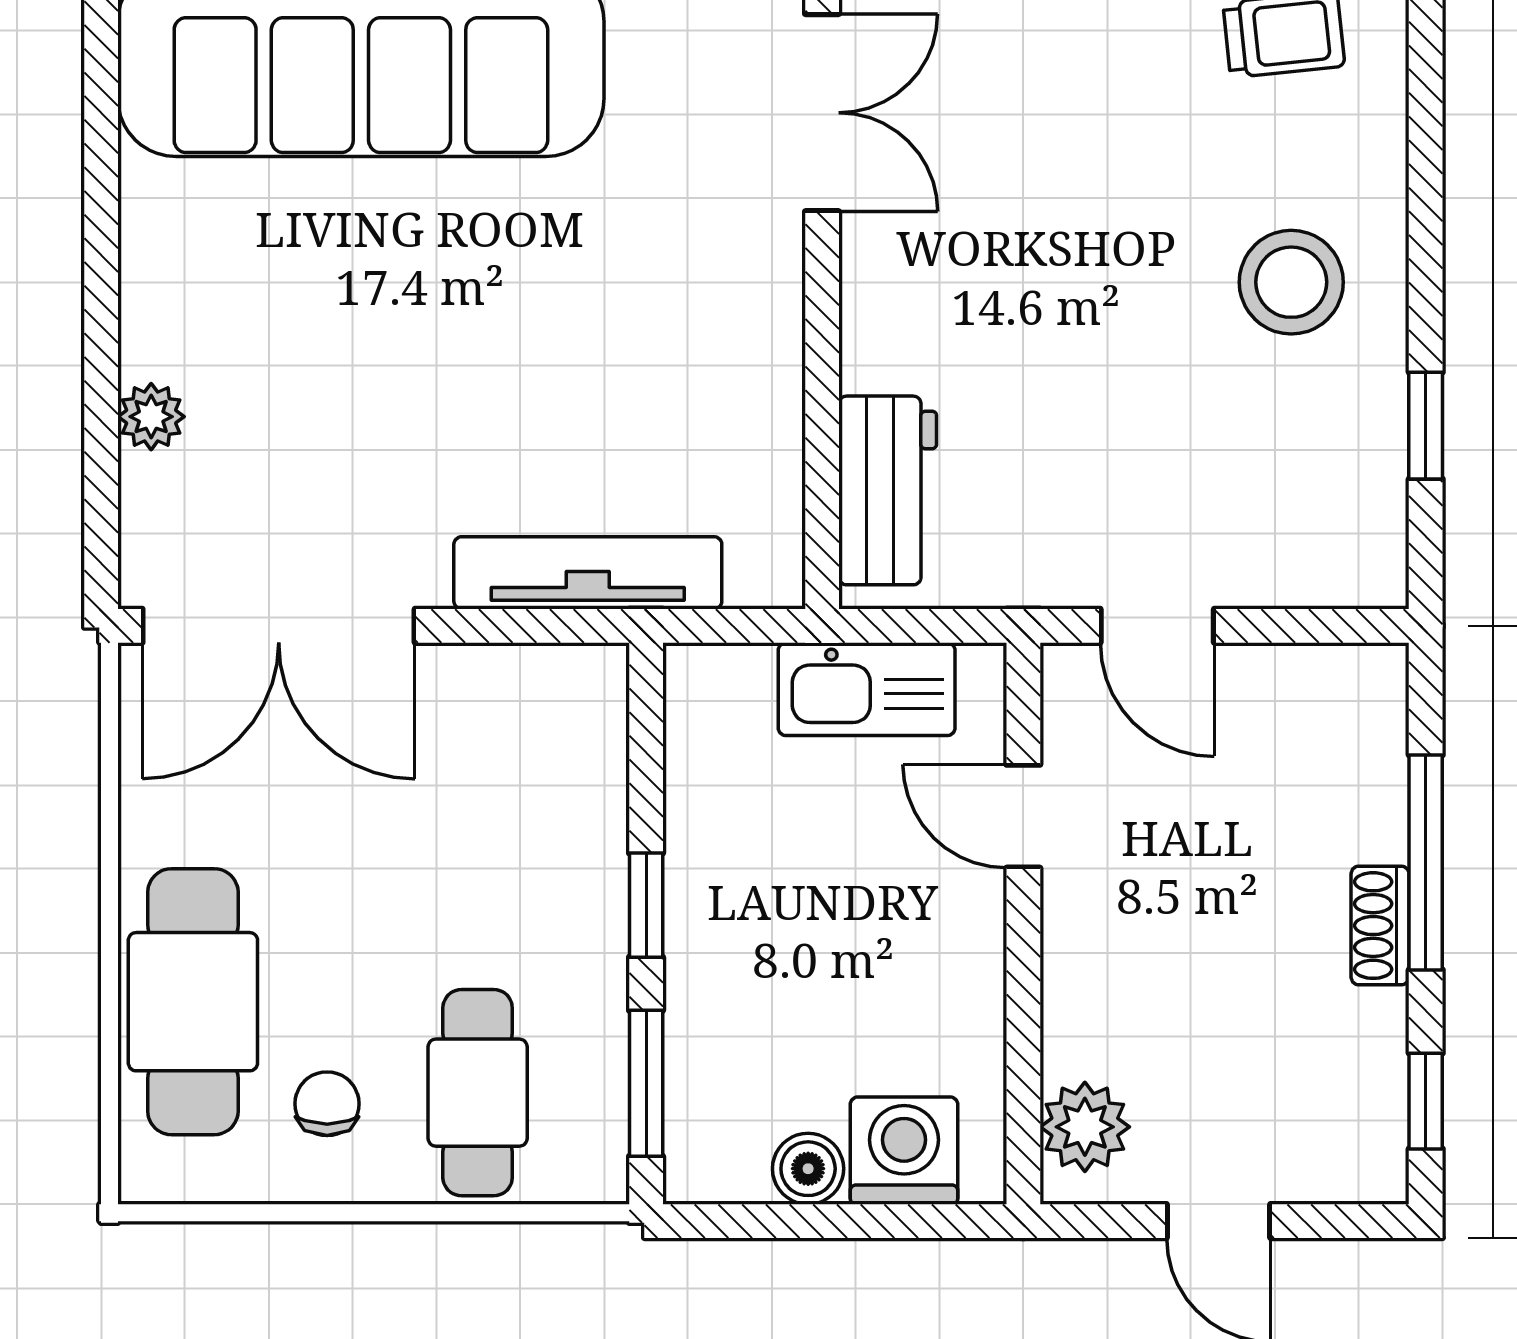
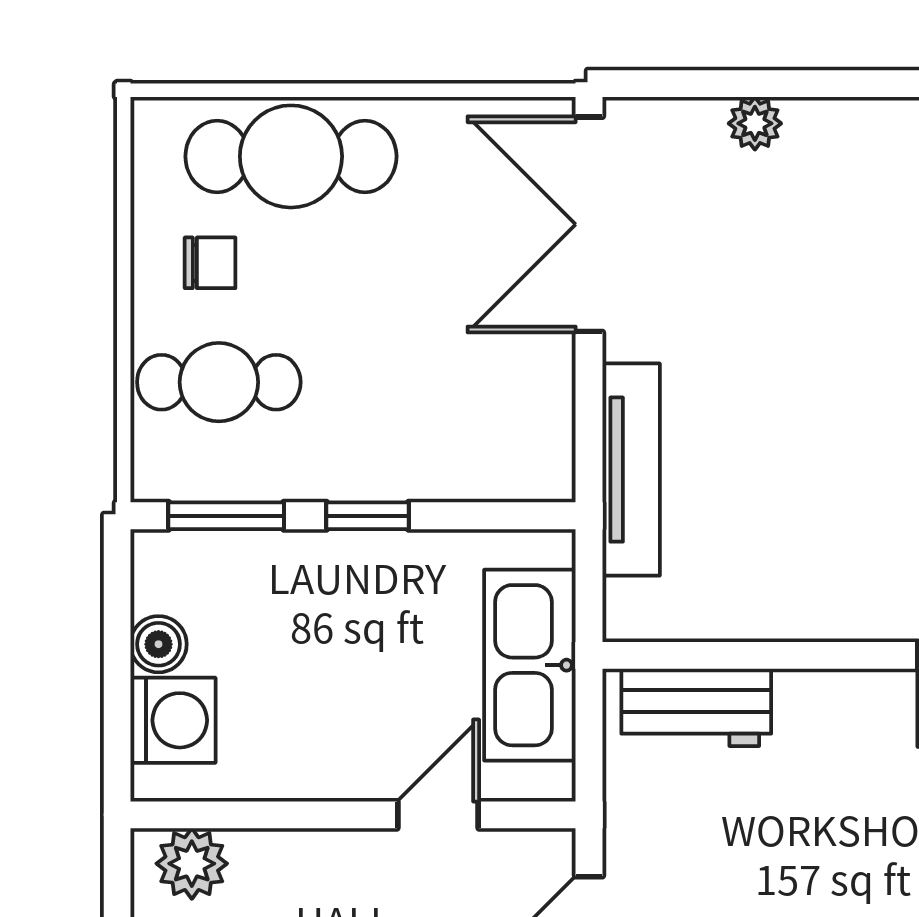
kitchen sink: (867, 689) -> (530, 665), width x1.36, depth x1.24

